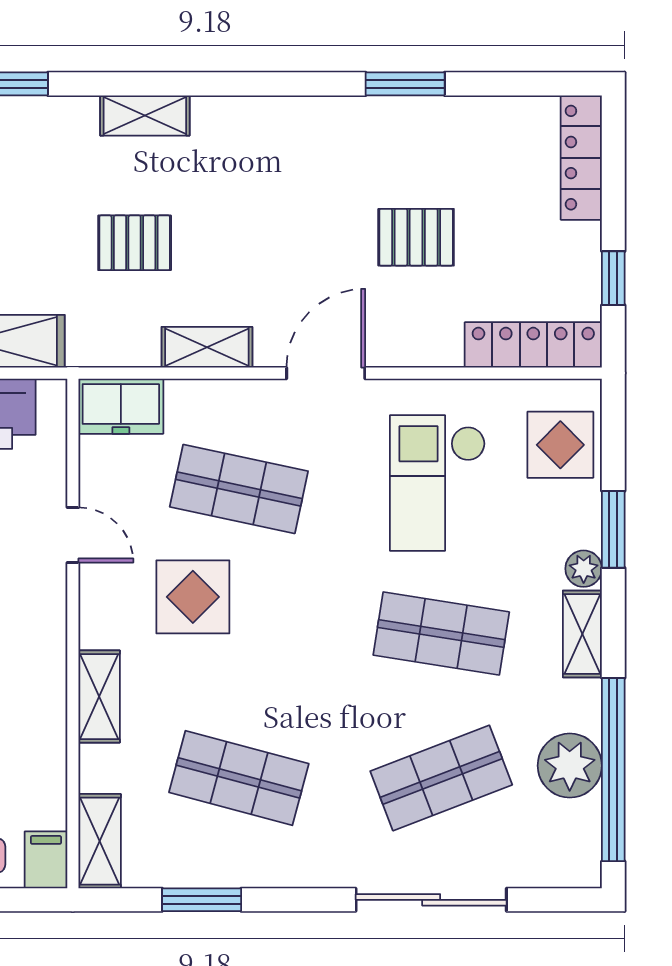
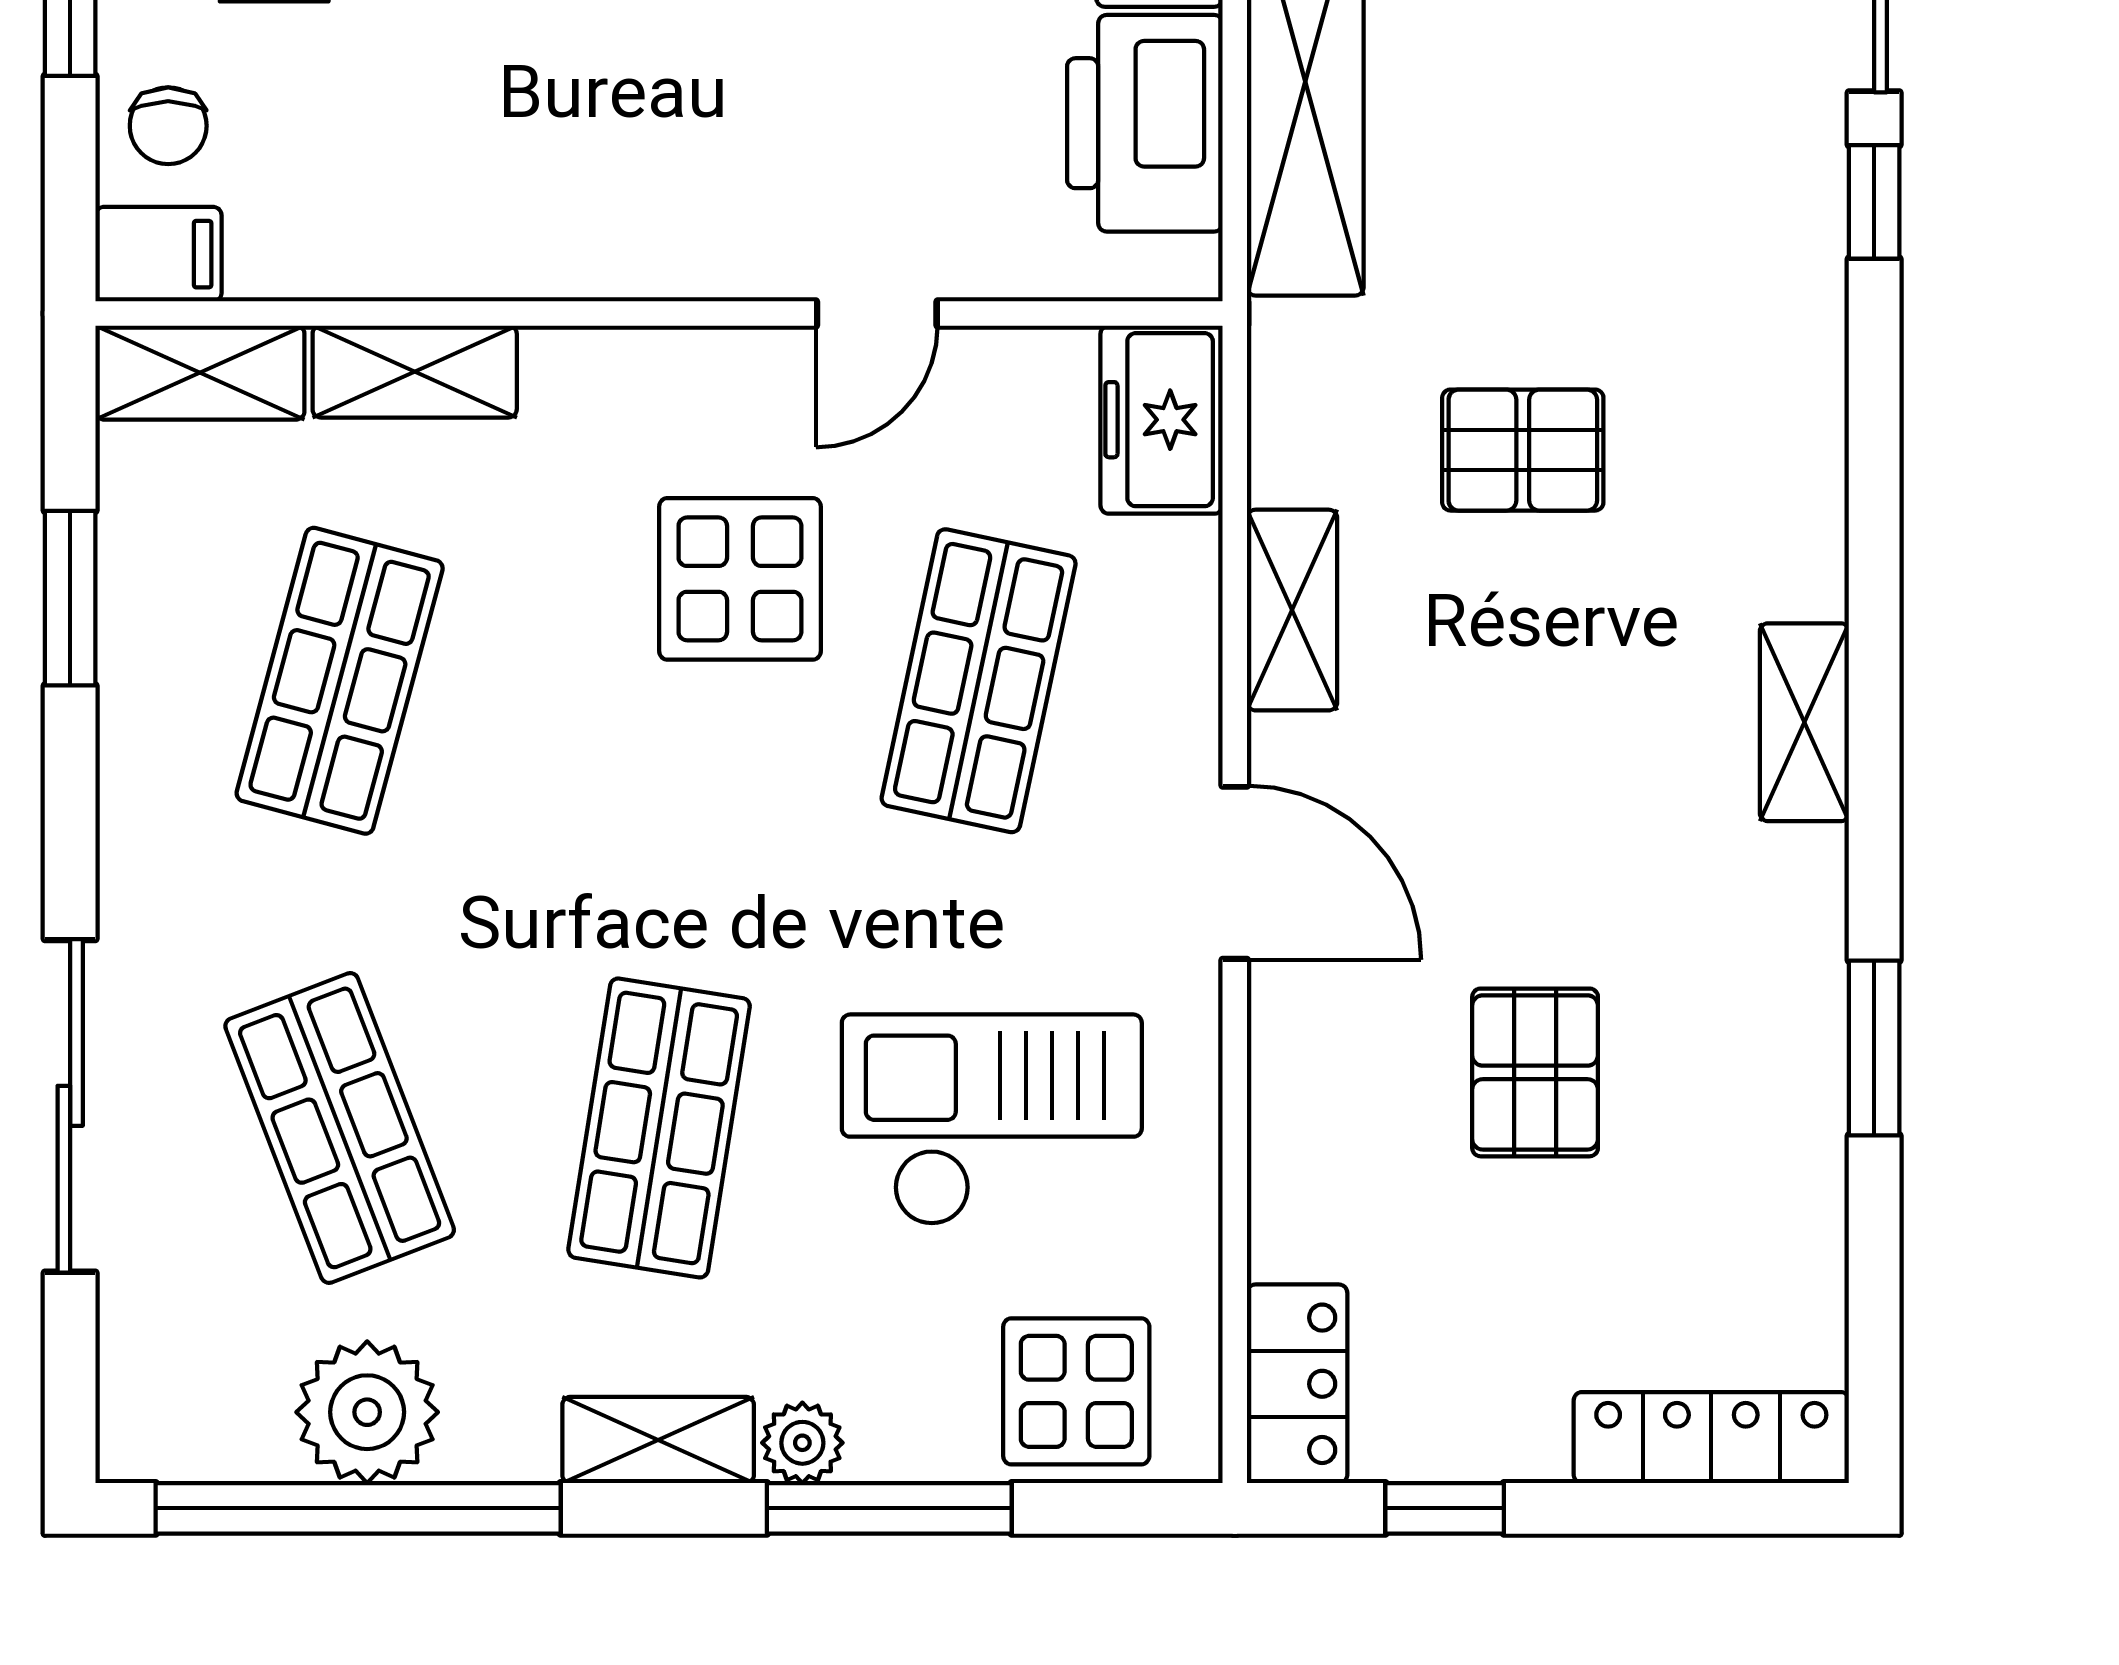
shelving: (145, 115) -> (1804, 722), moved
pallet: (135, 243) -> (1523, 450), turned 90
locker: (533, 345) -> (1297, 1384), width x0.66
window: (613, 529) -> (889, 1508), width x1.44
shelving: (99, 697) -> (415, 372), moved

